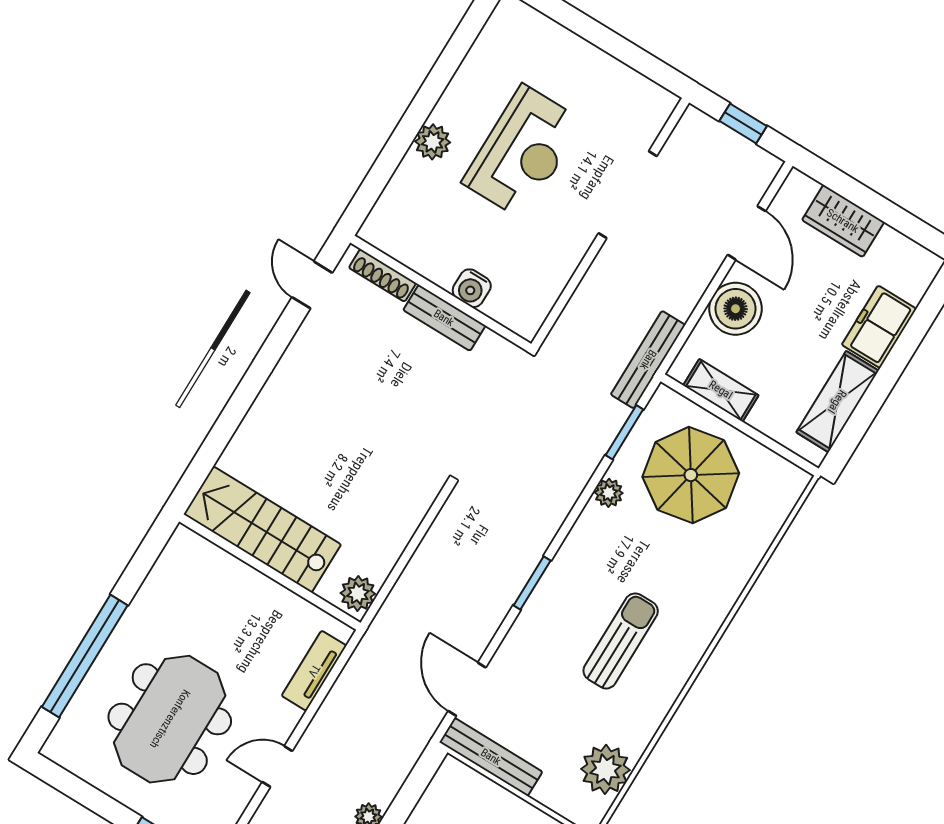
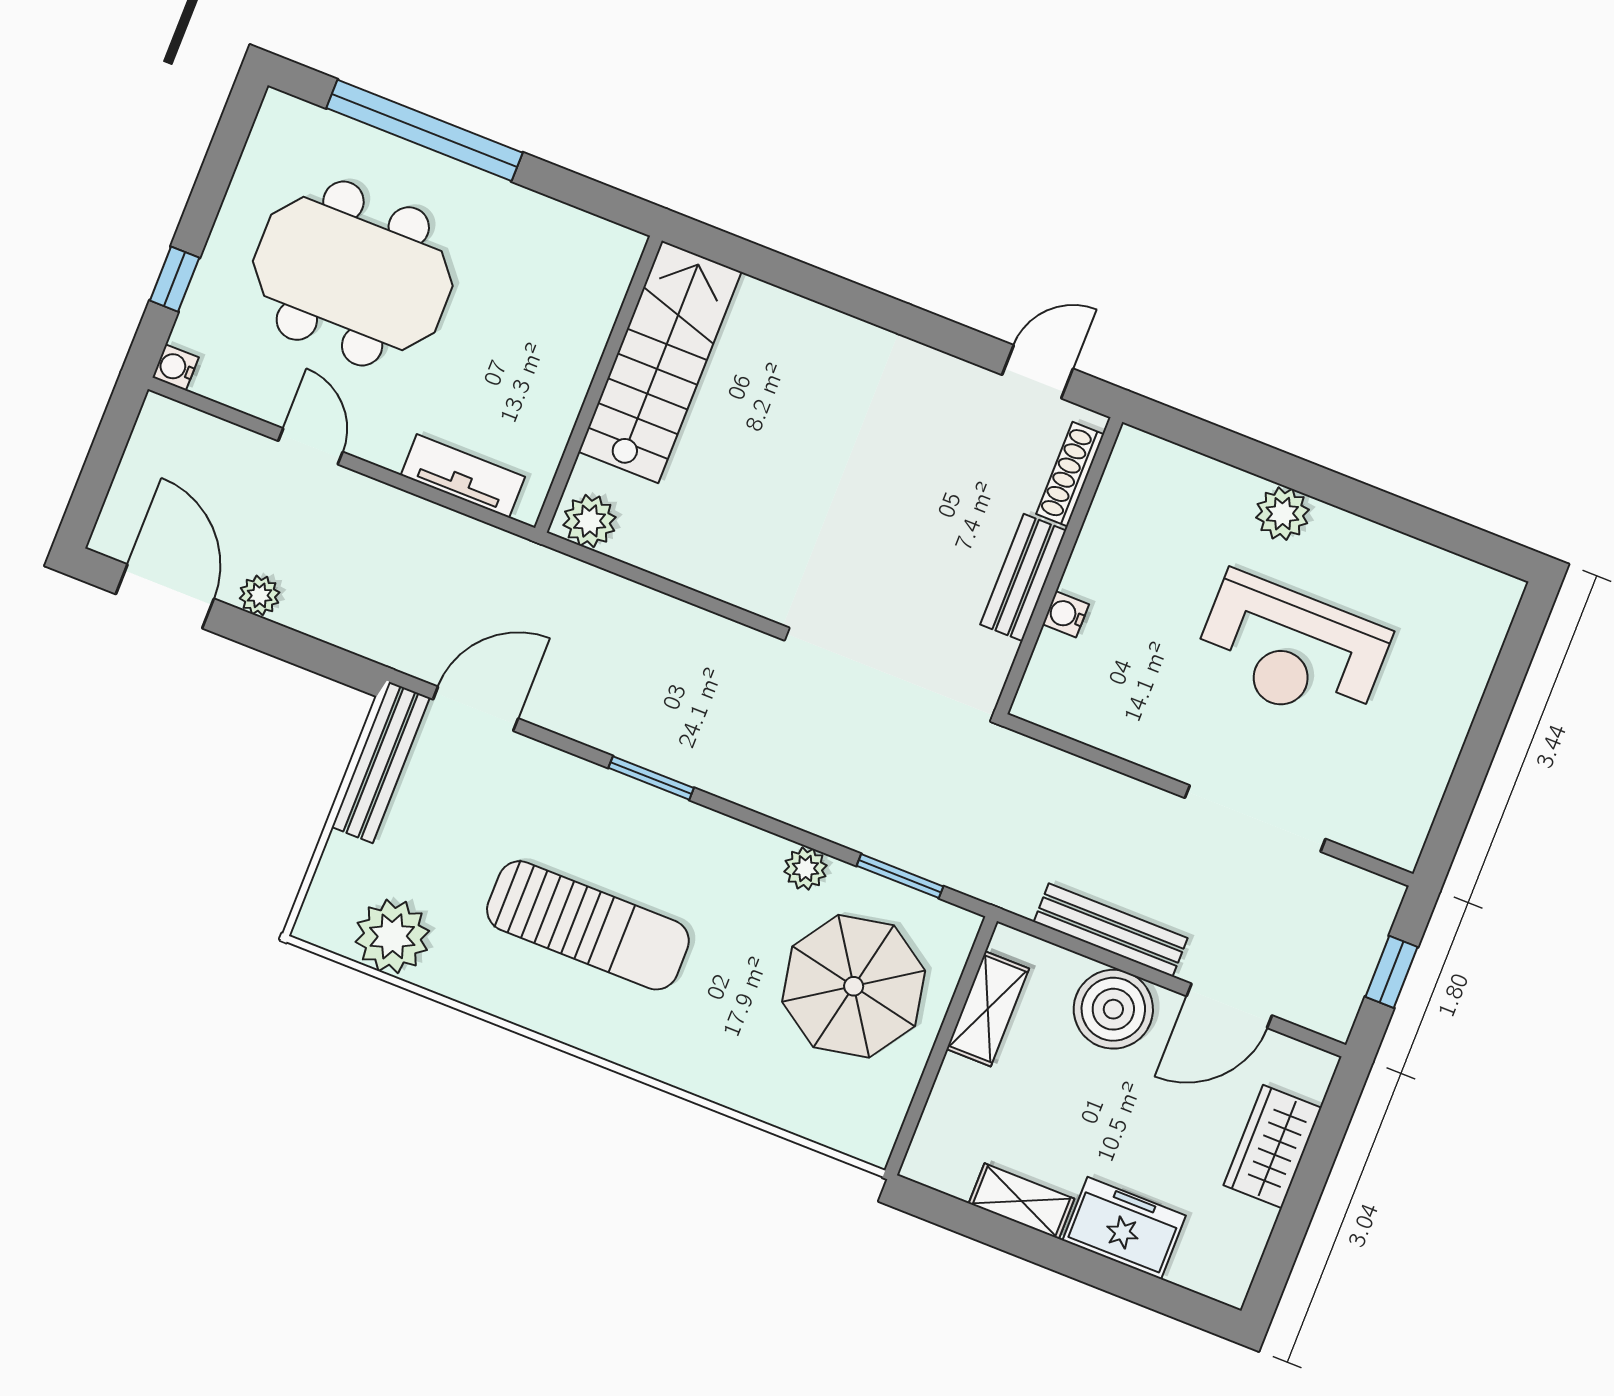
water cooler: (472, 288) -> (1066, 614), width x0.72, depth x0.72
bench: (648, 360) -> (1111, 930), moved
shelving: (837, 402) -> (1022, 1201), width x0.67, depth x0.75
sun lounger: (621, 641) -> (588, 925), width x1.36, depth x1.34

